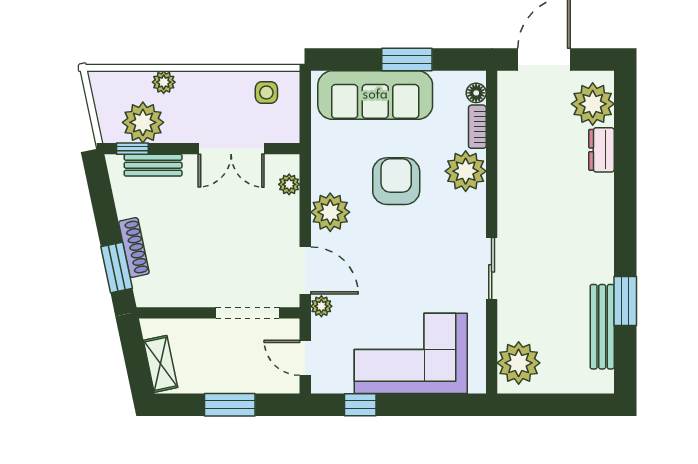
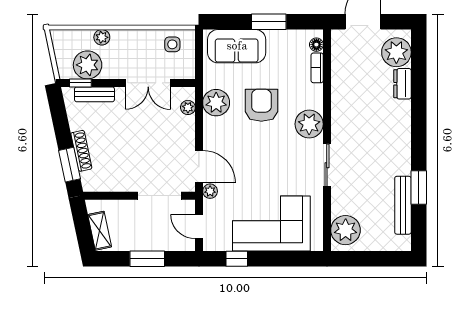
sofa: (375, 95) -> (237, 46), width x0.73
plant: (466, 171) -> (309, 124), moved
plant: (330, 212) -> (216, 103), moved

